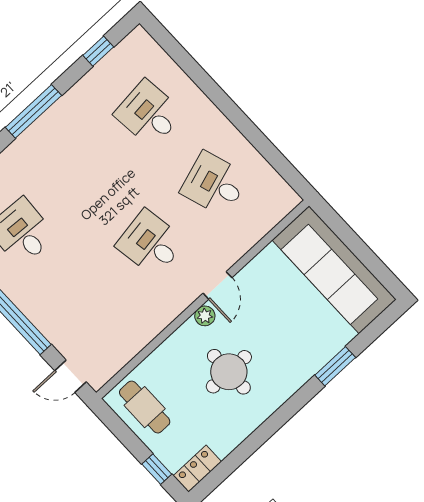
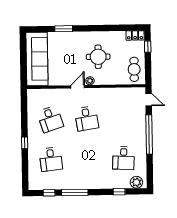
window: (222, 101) -> (25, 143), added
window: (33, 111) -> (75, 192), moved

